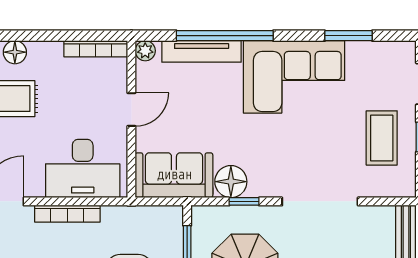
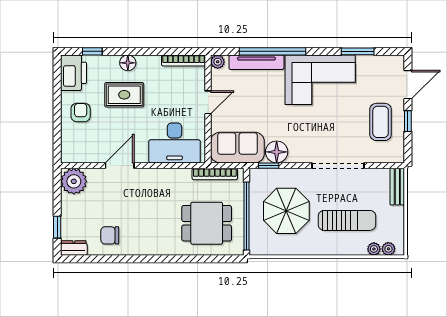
window: (244, 201) -> (269, 166), moved
bookcase: (67, 214) -> (215, 174), moved

